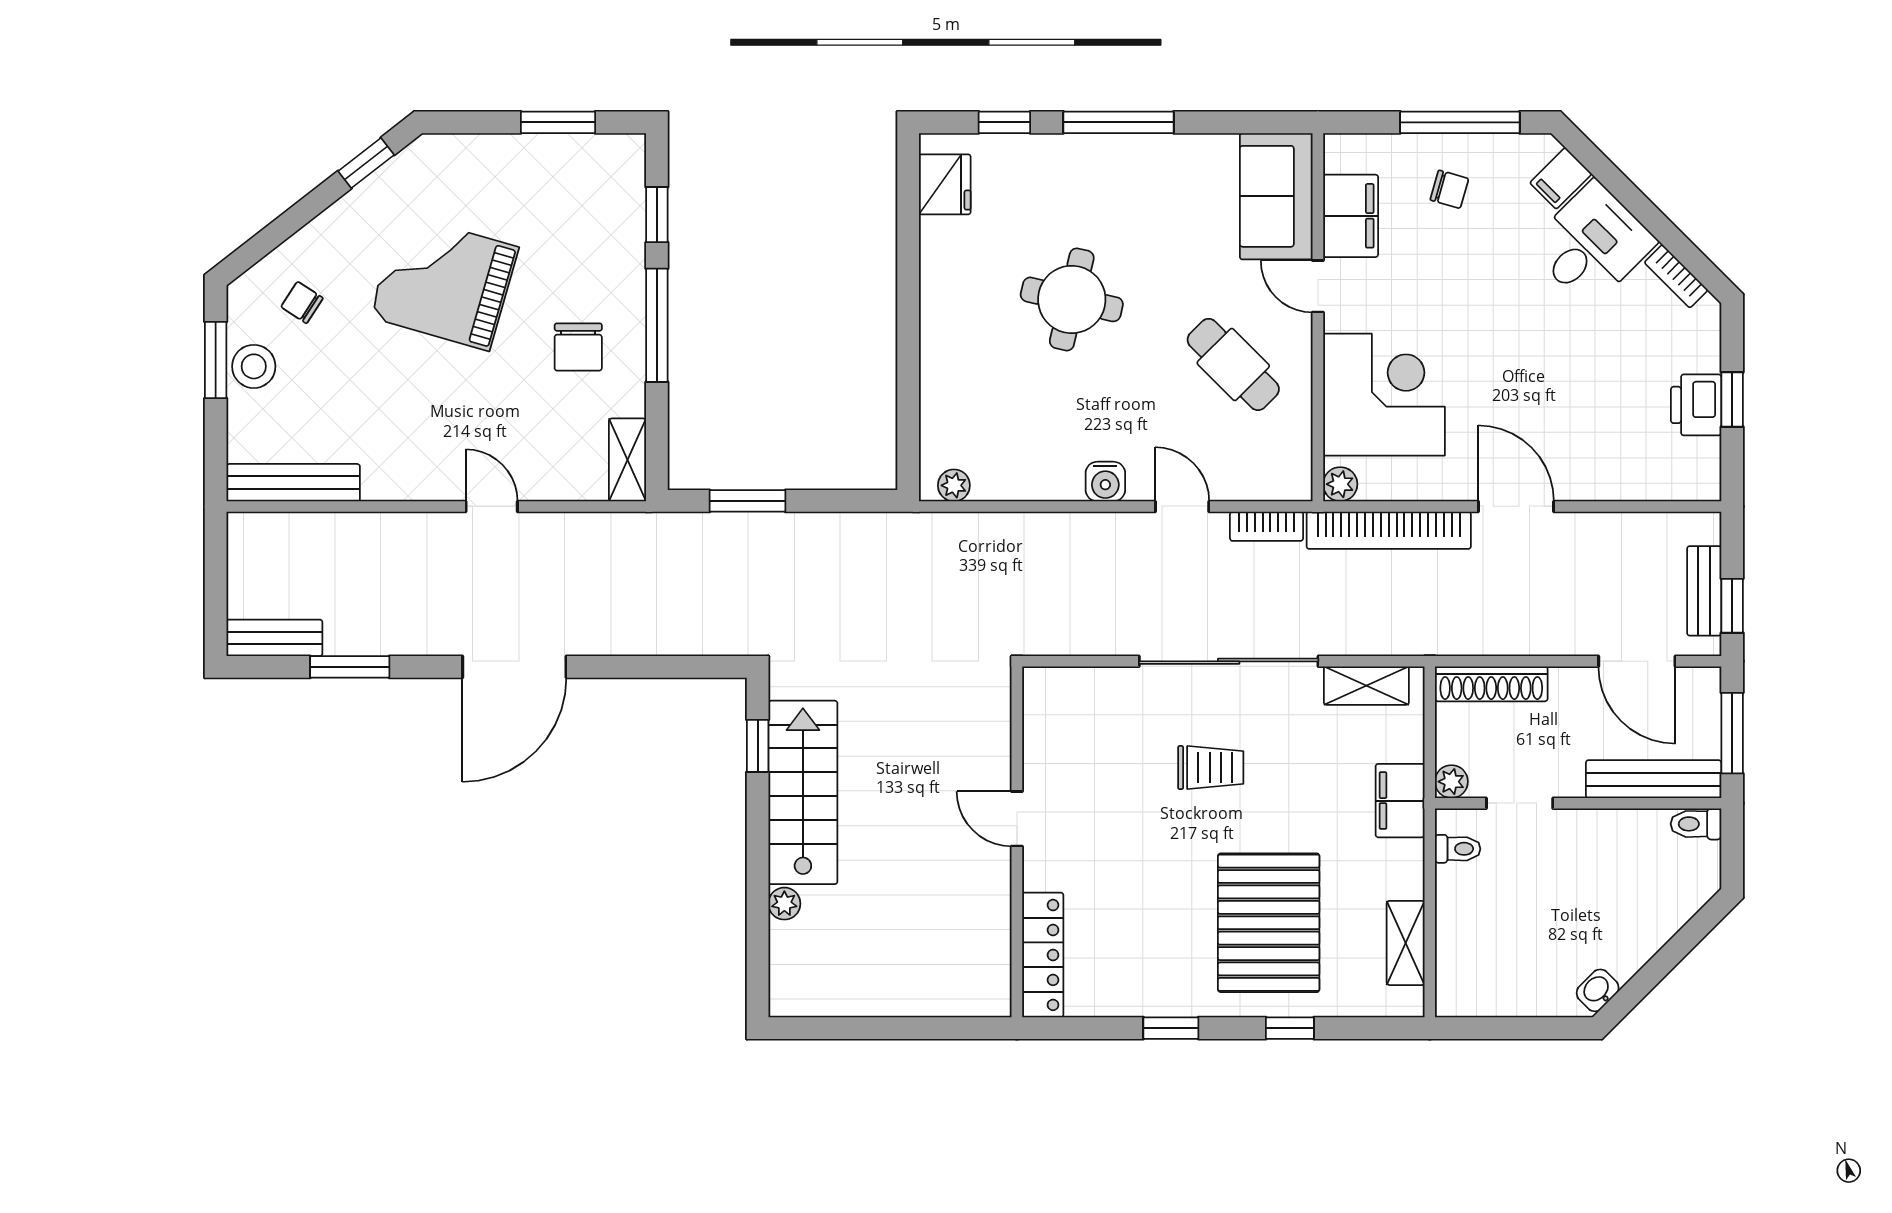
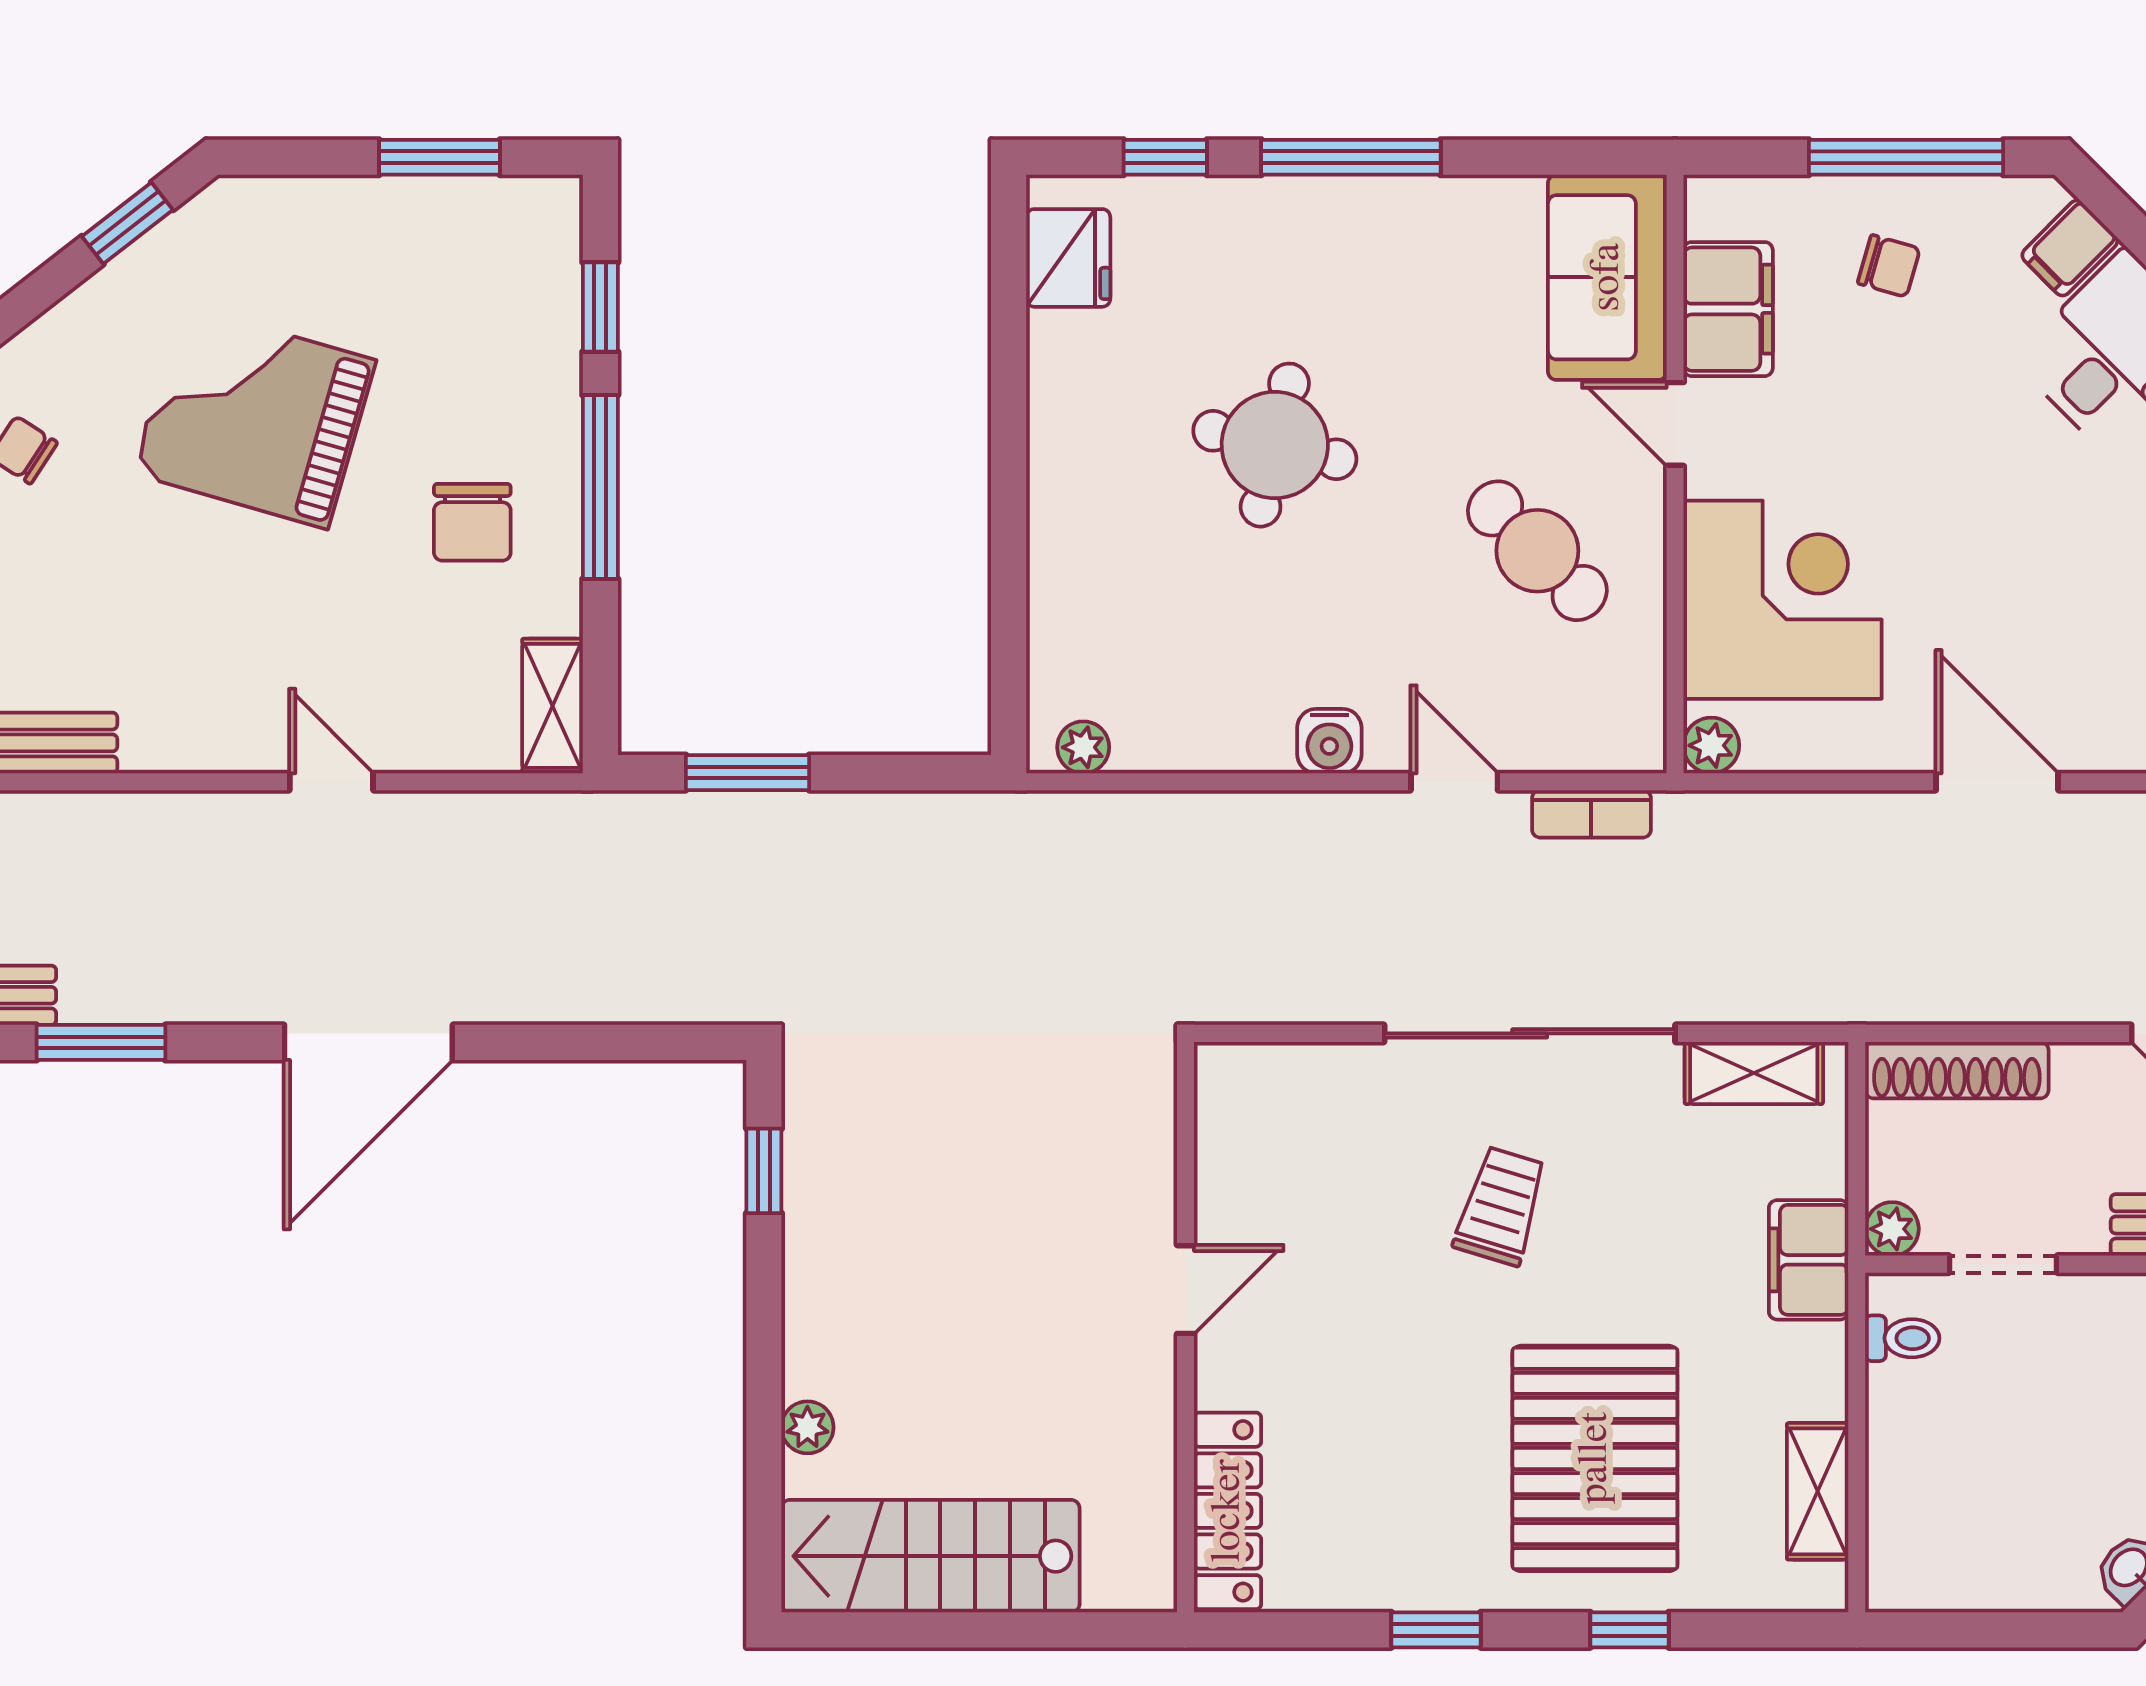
bookcase: (1389, 530) -> (1790, 820), removed
trolley: (1211, 768) -> (1501, 1206), turned -73
stairs: (803, 792) -> (930, 1556), moved, turned -90
door: (1017, 819) -> (1186, 1290), swing flipped

